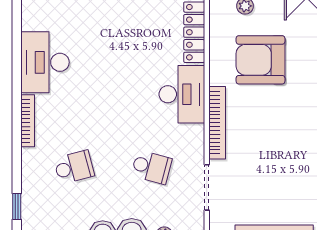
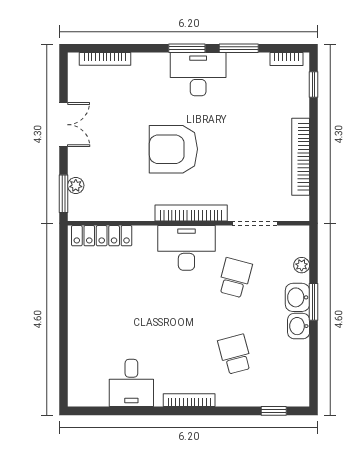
armchair: (261, 60) -> (173, 149), moved, turned 90
desk: (45, 62) -> (131, 383), width x0.73
desk: (182, 94) -> (186, 248), moved

